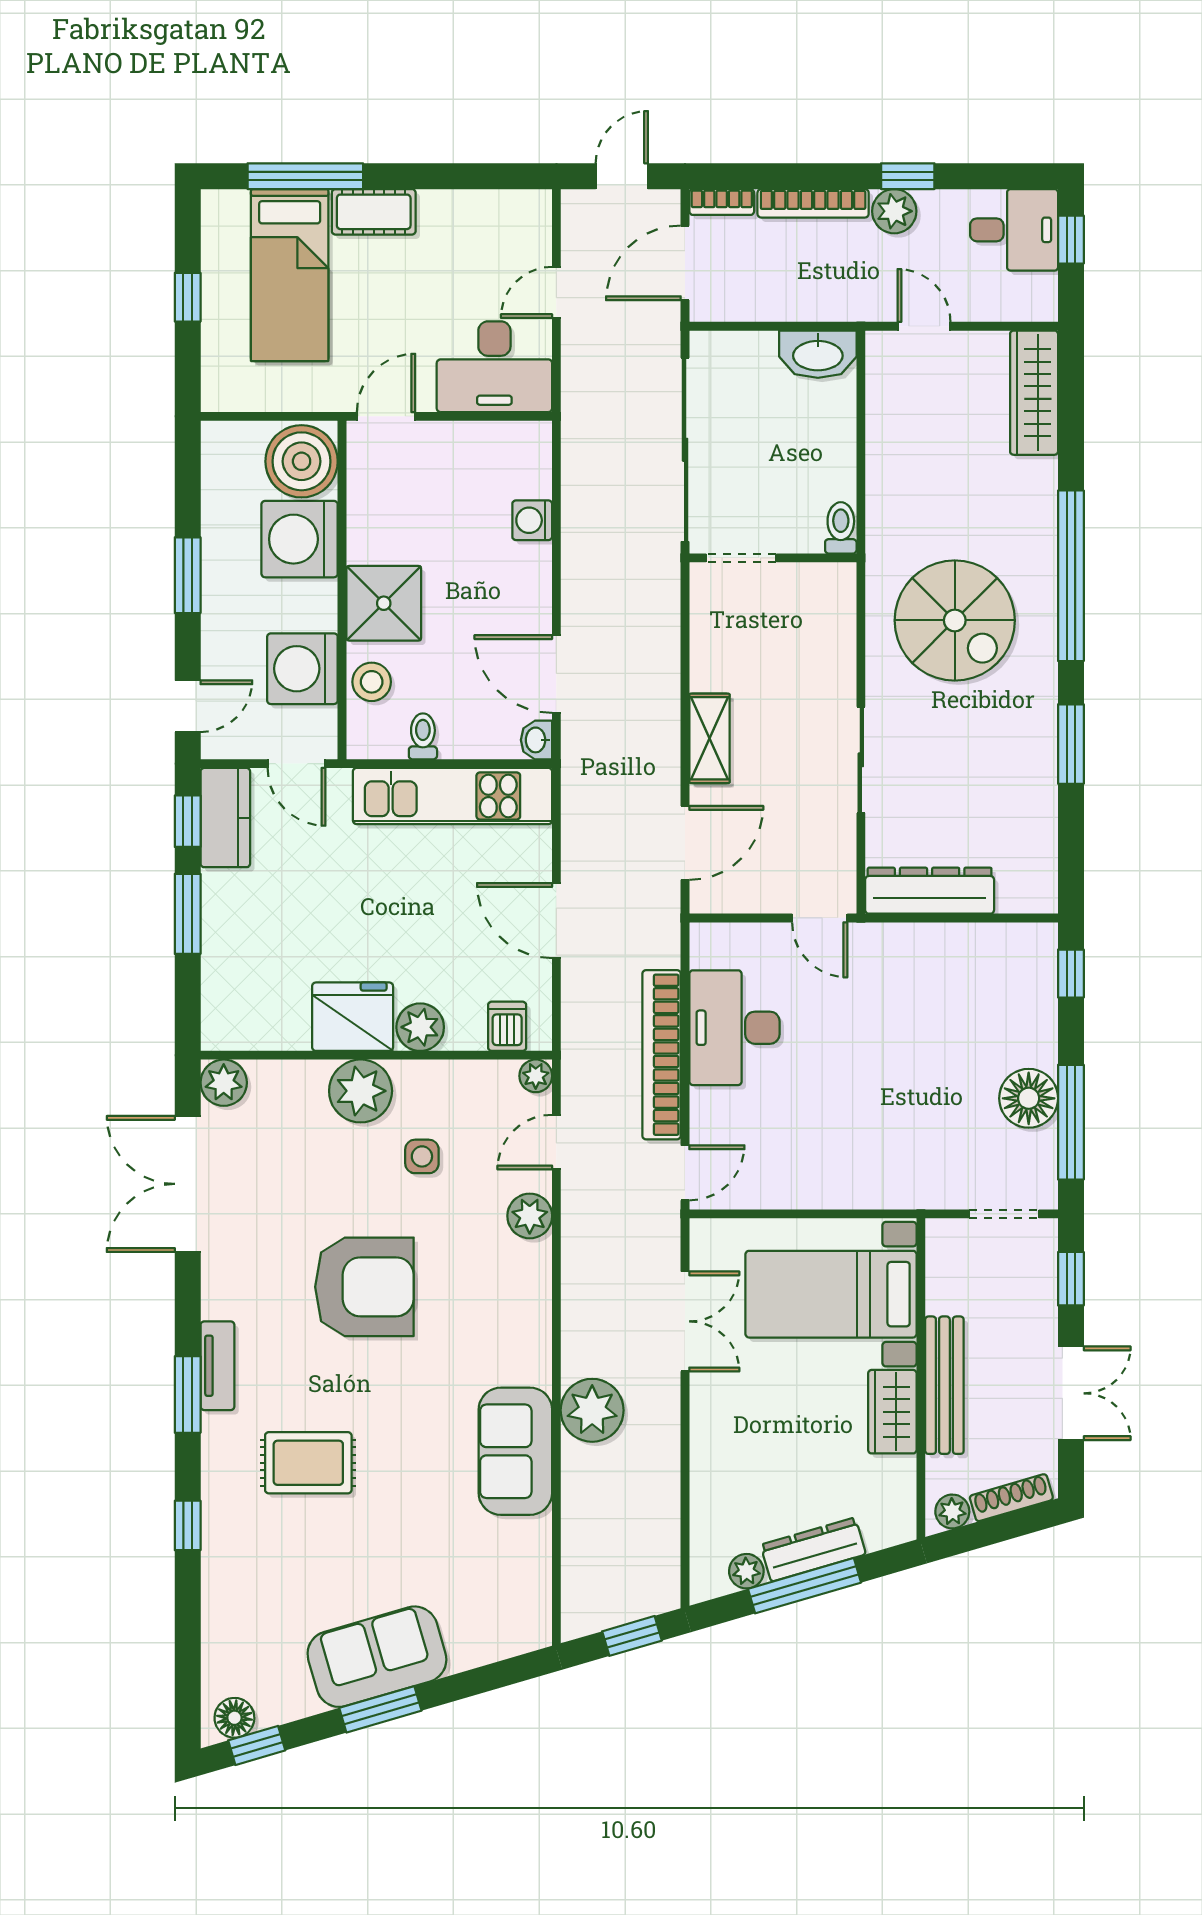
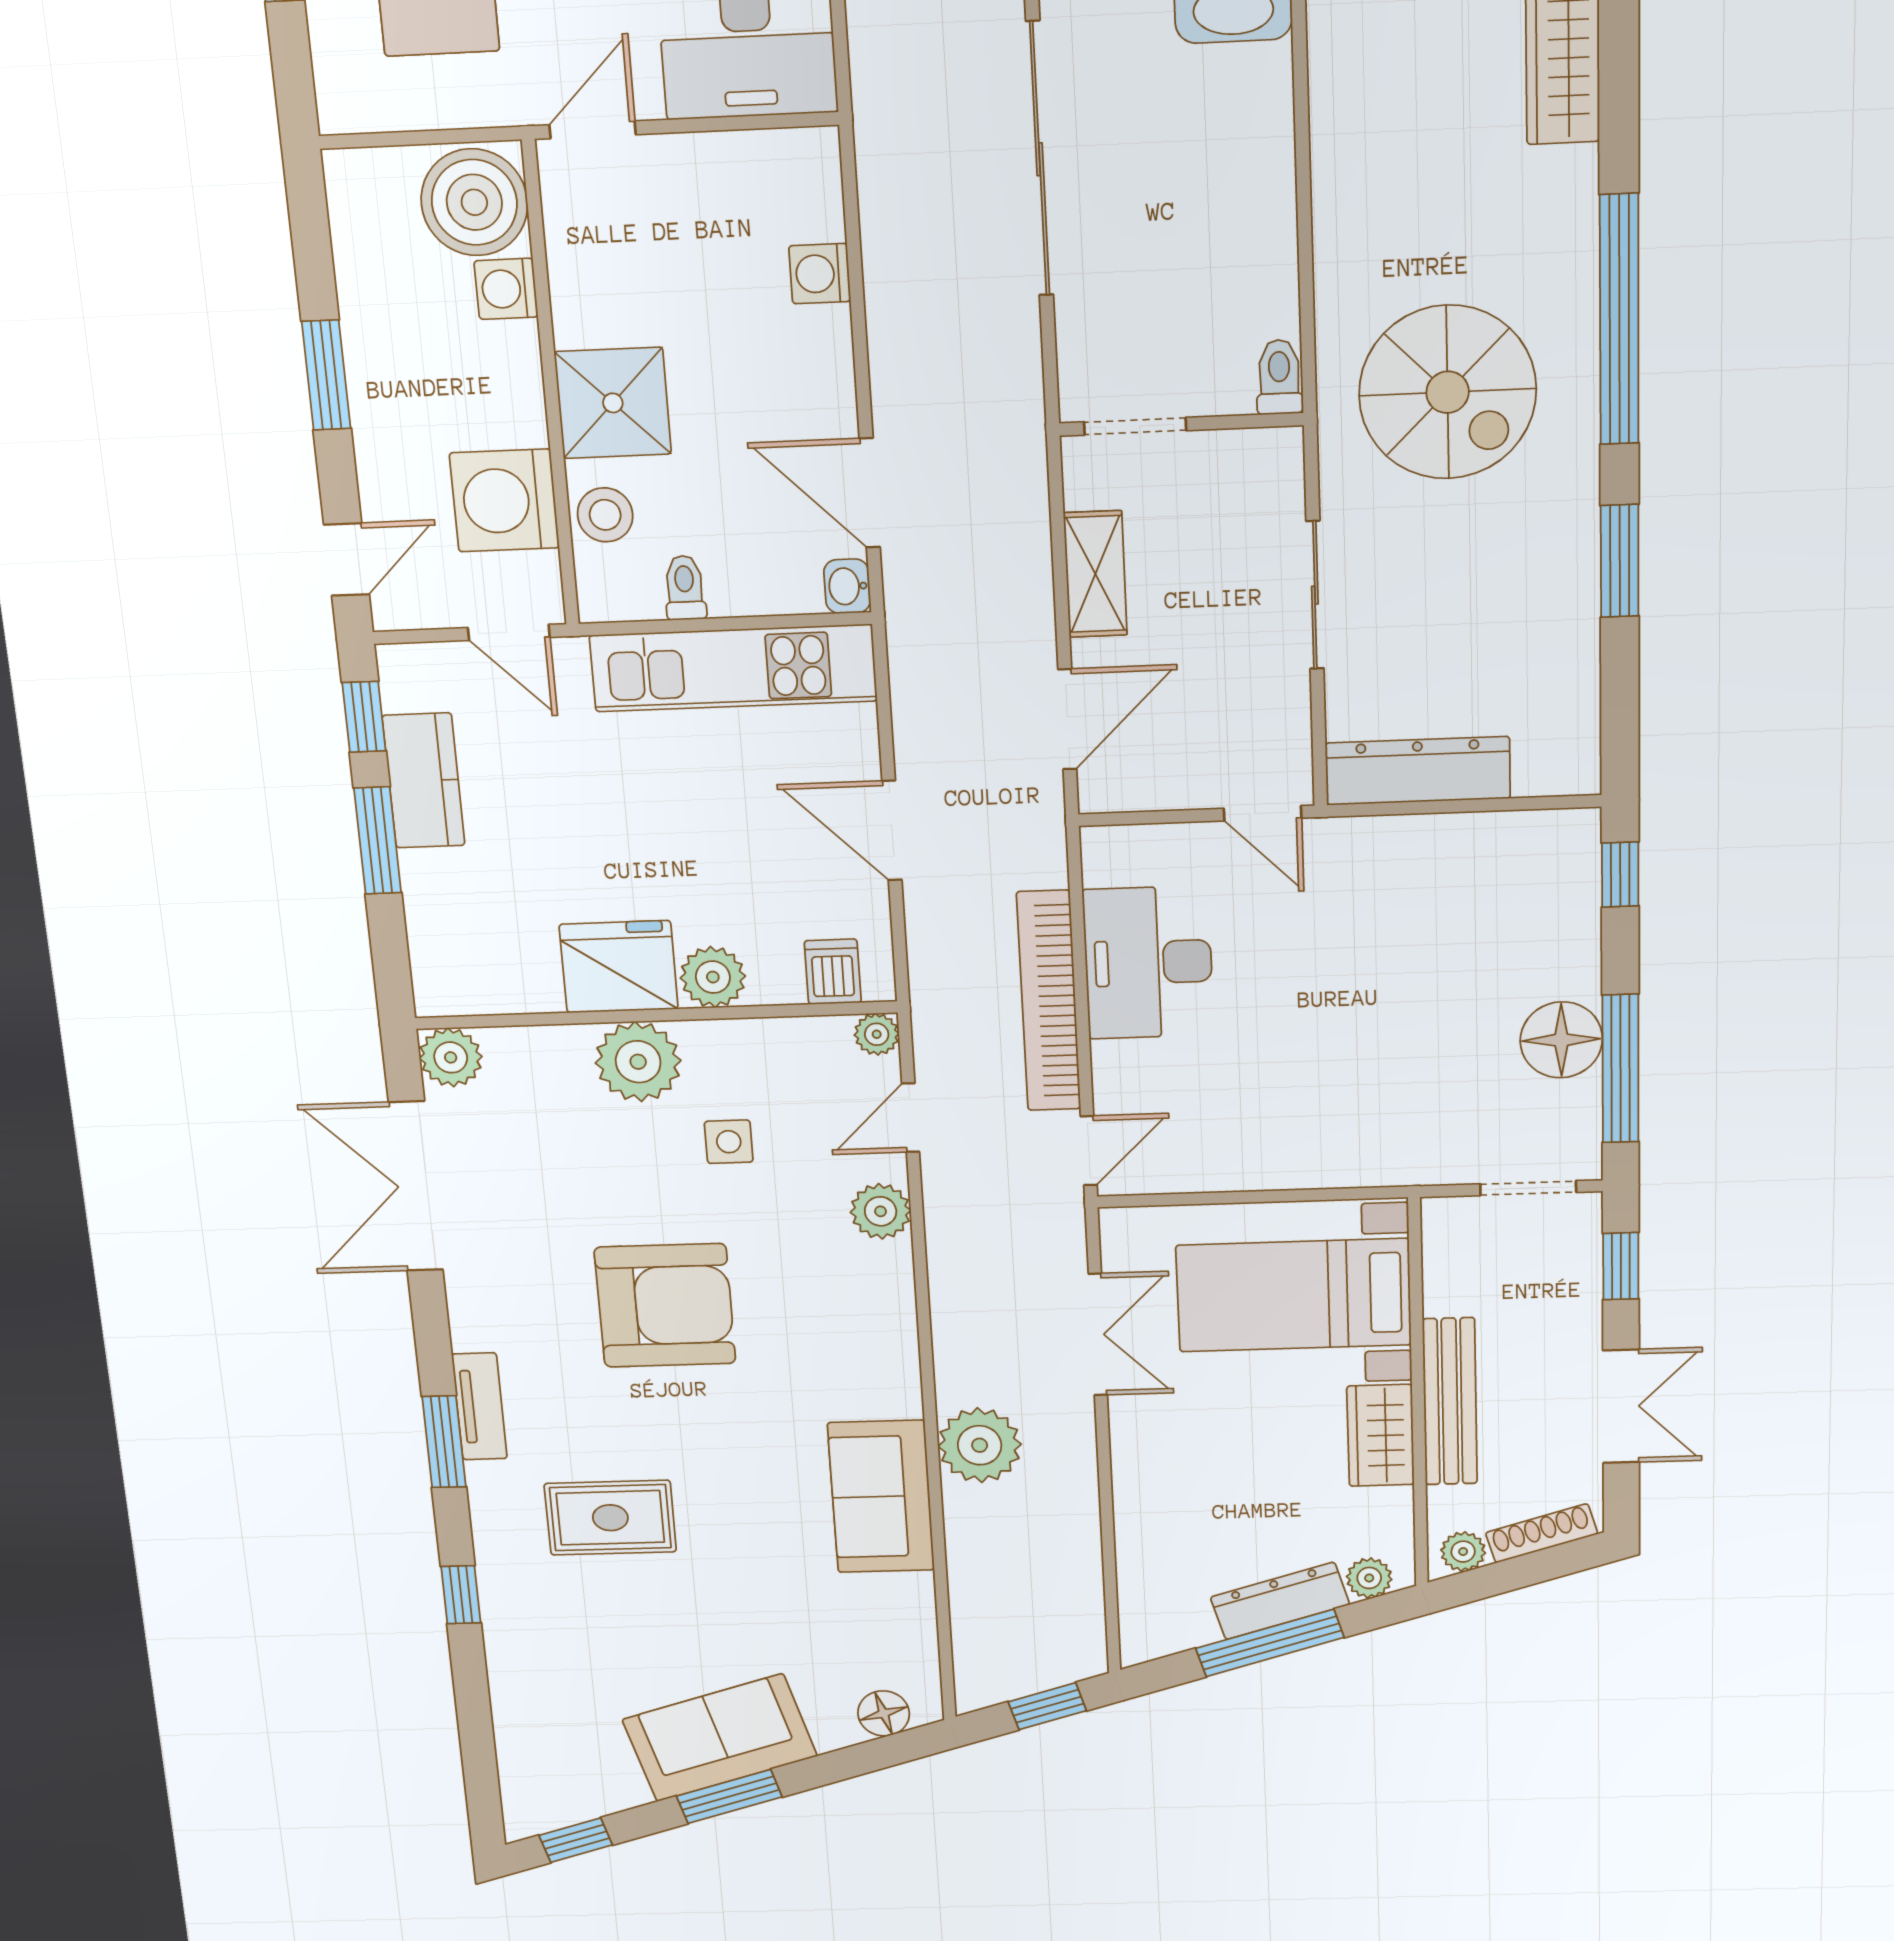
toilet: (841, 528) -> (1279, 377), moved
washing machine: (300, 539) -> (506, 289), width x0.53, depth x0.53
doorway: (741, 558) -> (1135, 426), moved
wall: (773, 558) -> (1181, 424), moved
kitchen counter: (225, 818) -> (424, 781), moved
plant: (746, 1571) -> (1369, 1578), moved
floor lamp: (234, 1718) -> (884, 1713), moved

